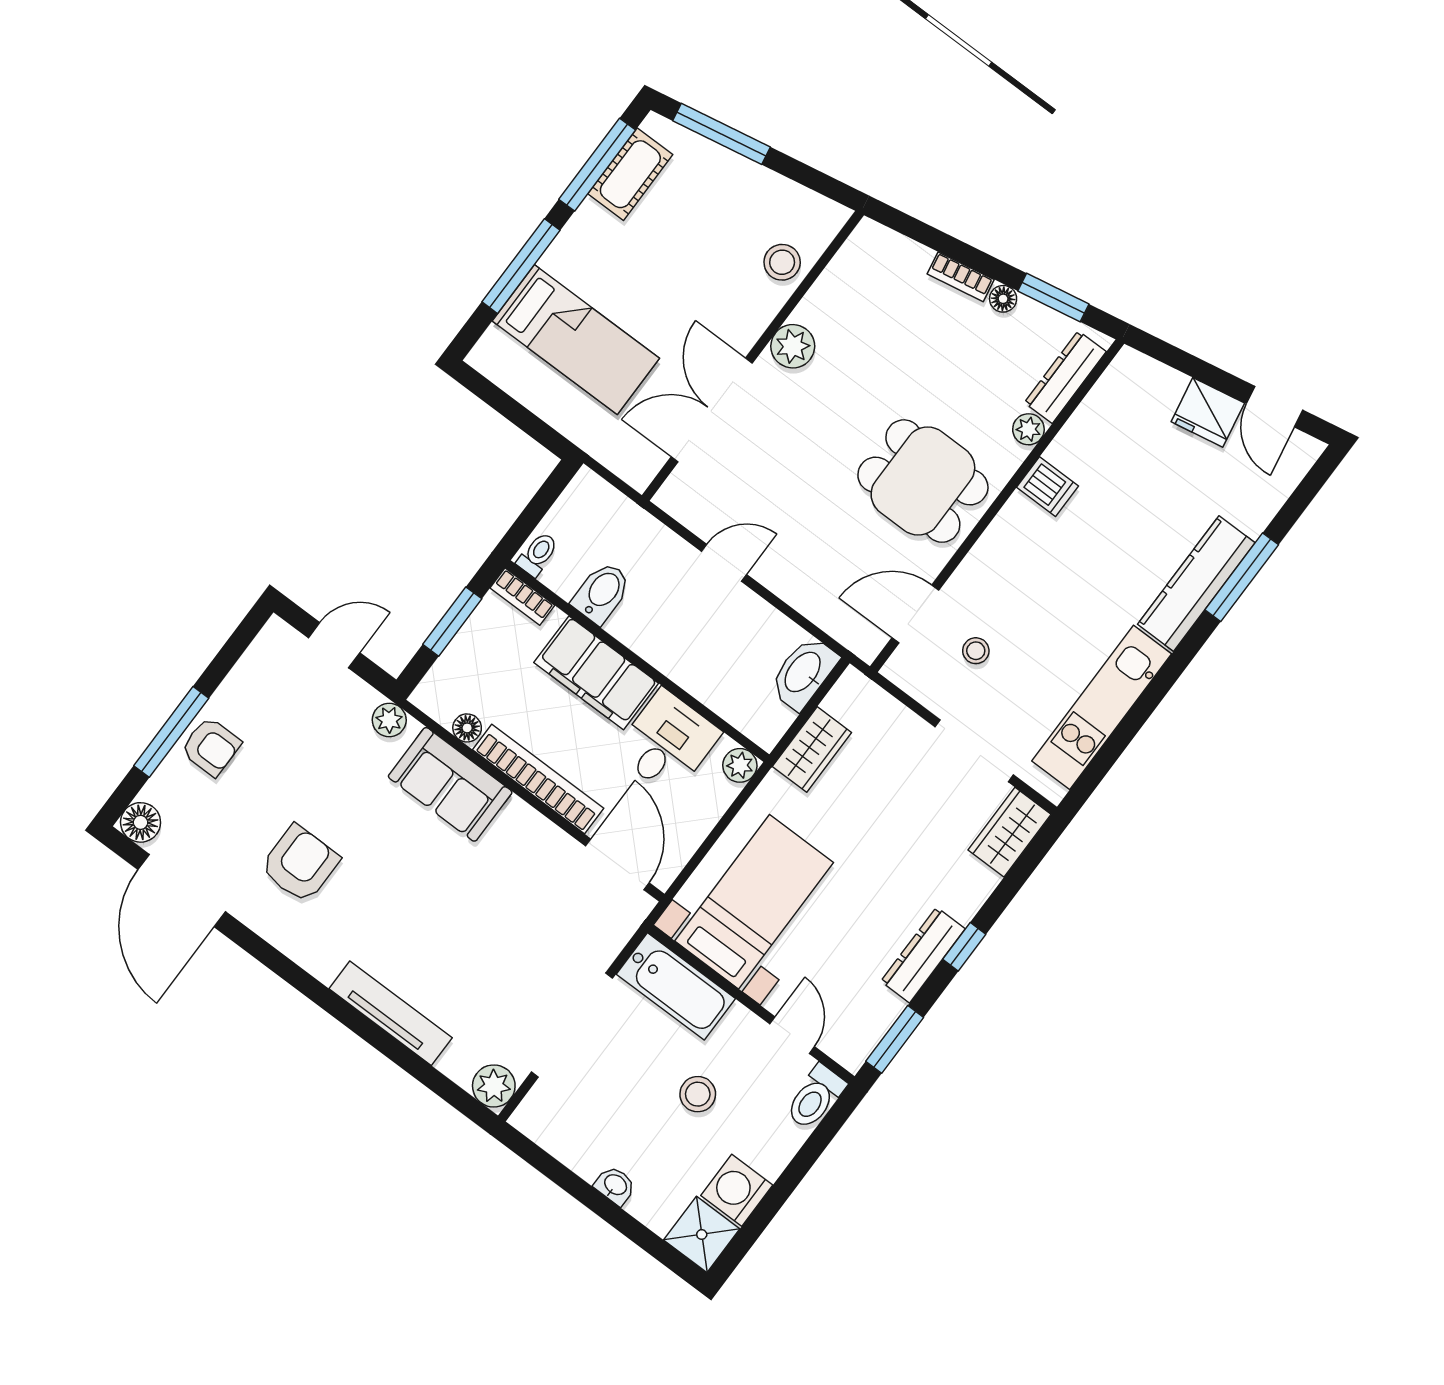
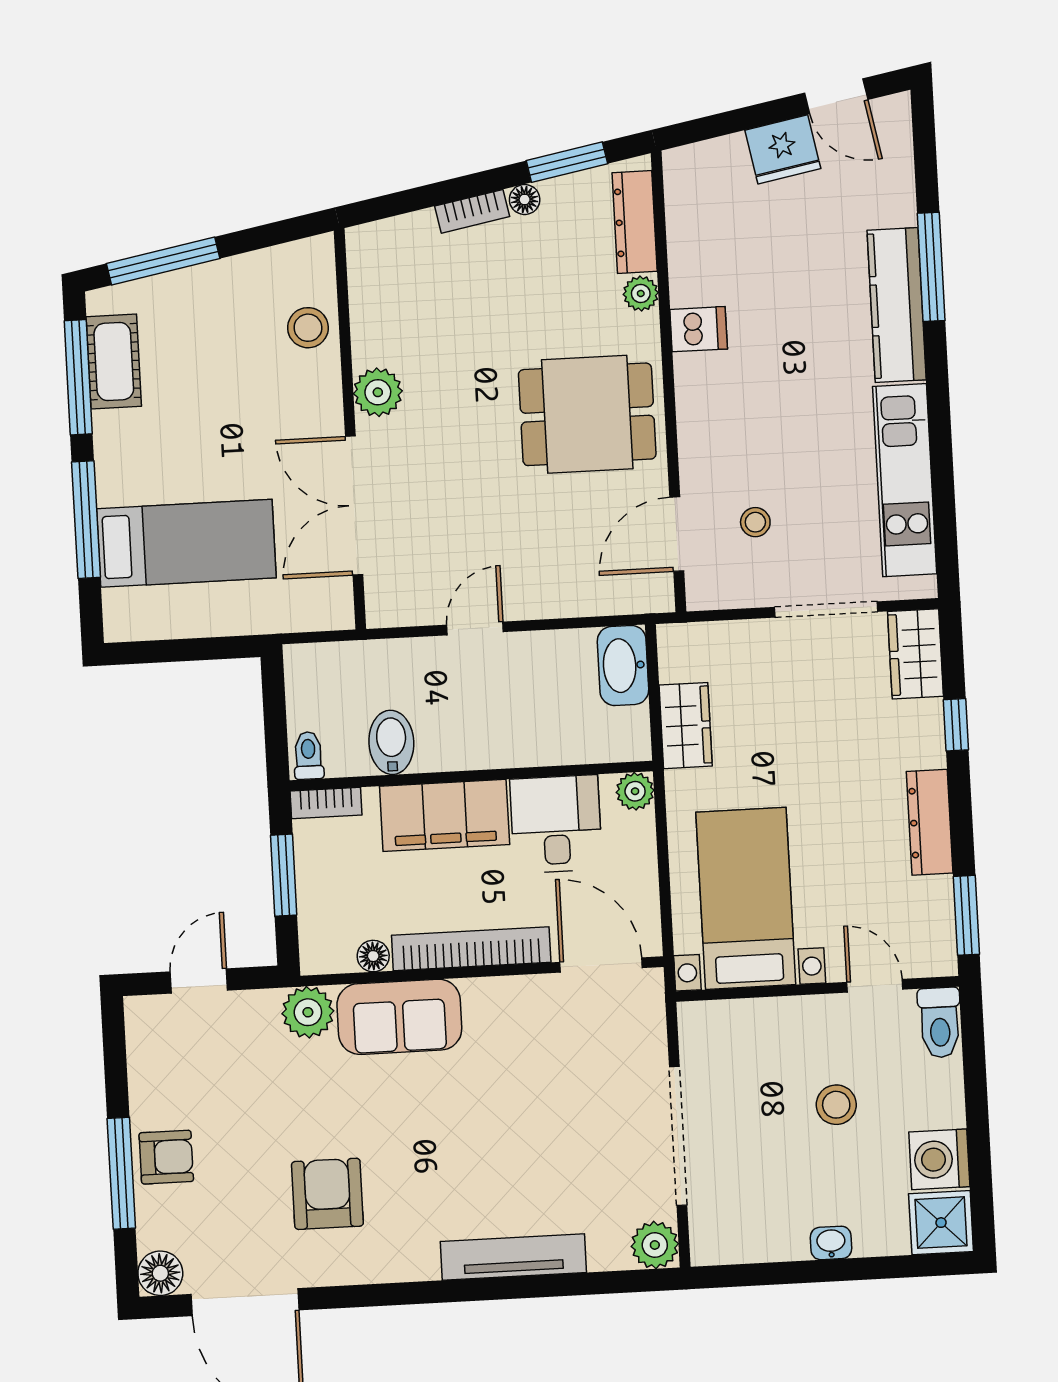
plant: (389, 720) -> (308, 1012), width x1.38, depth x1.38
window: (964, 947) -> (956, 725), moved
bathtub: (676, 986) -> (740, 1028), removed

